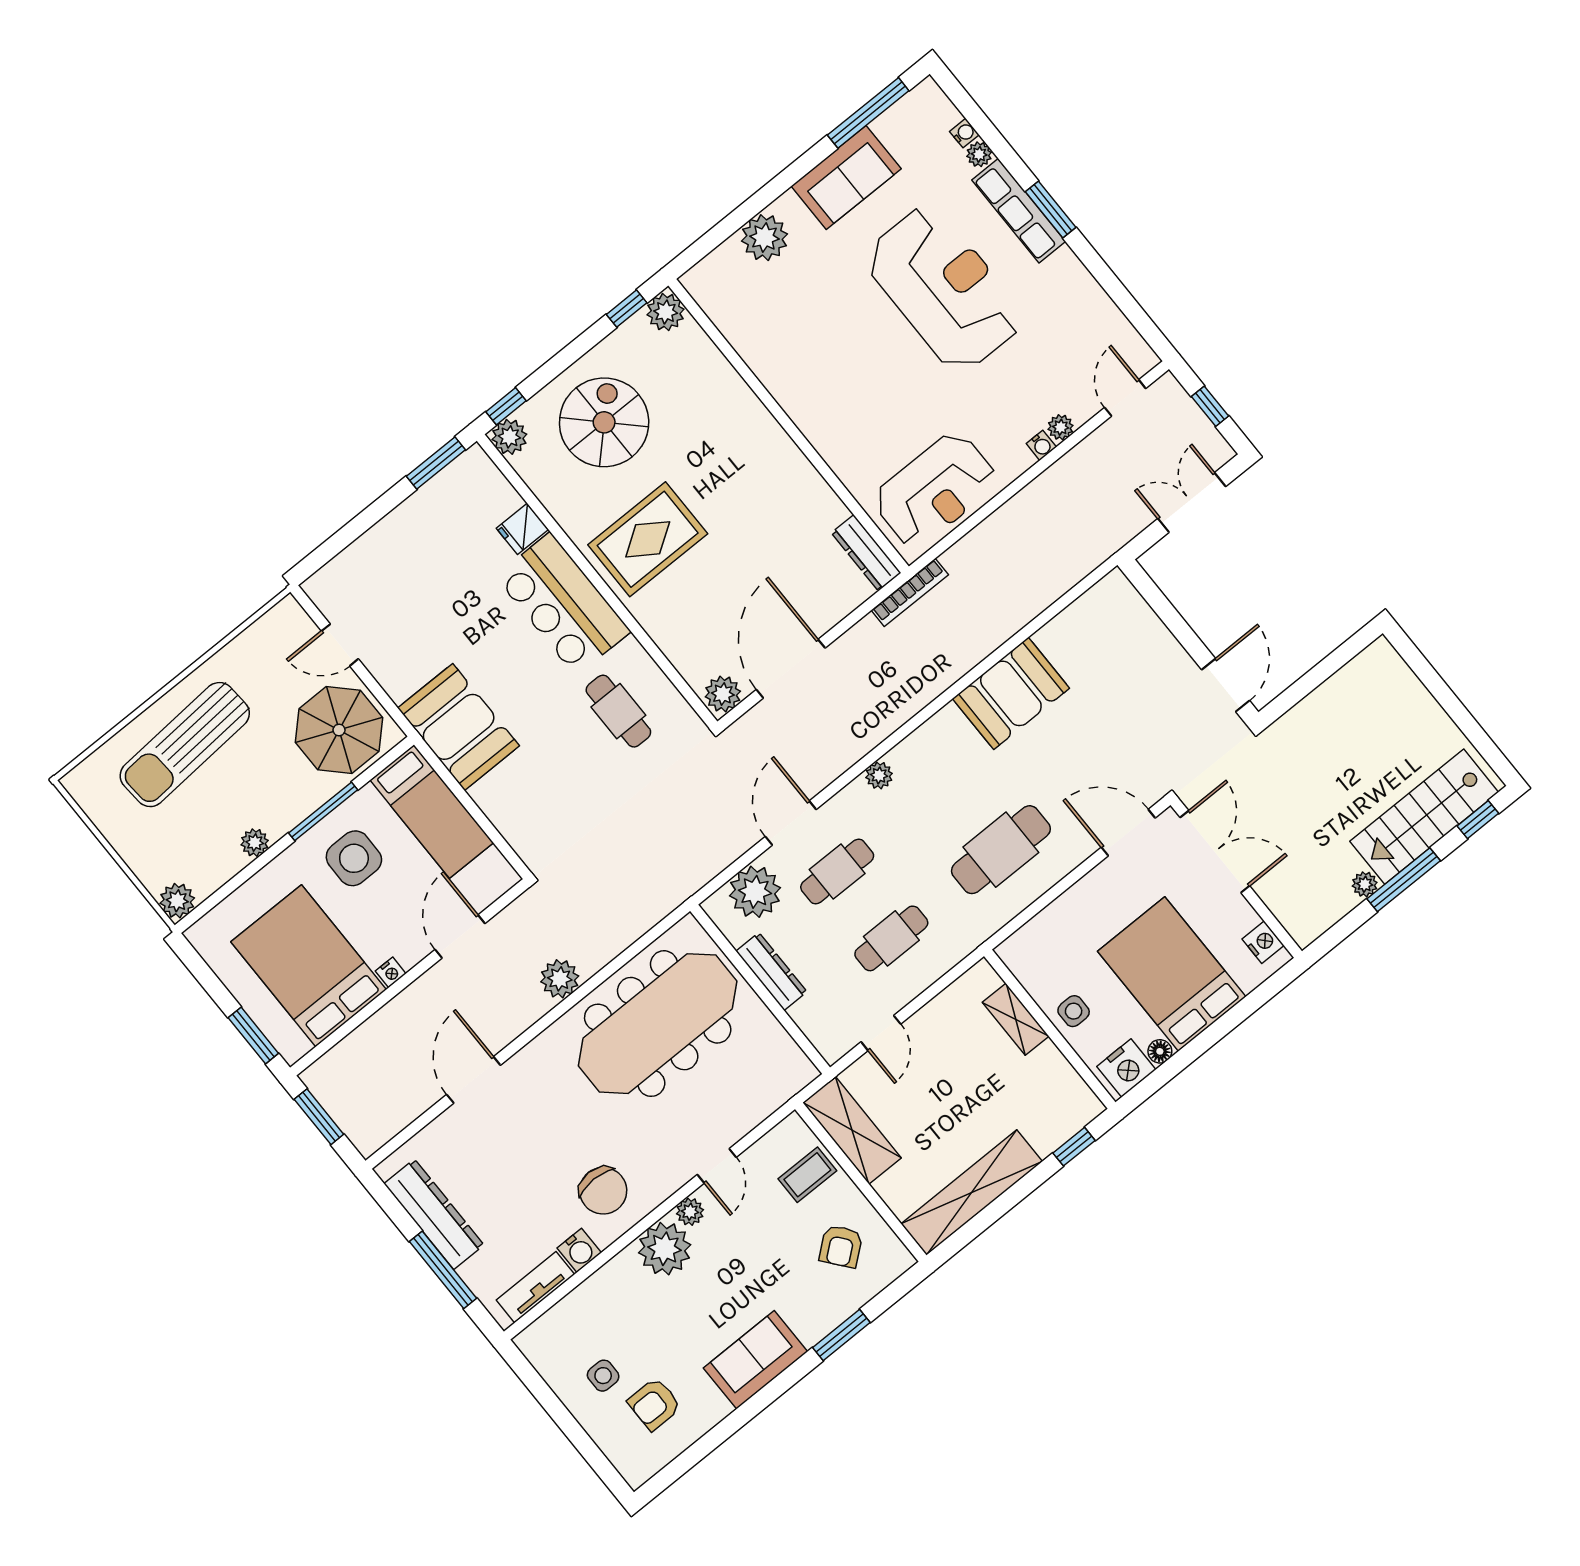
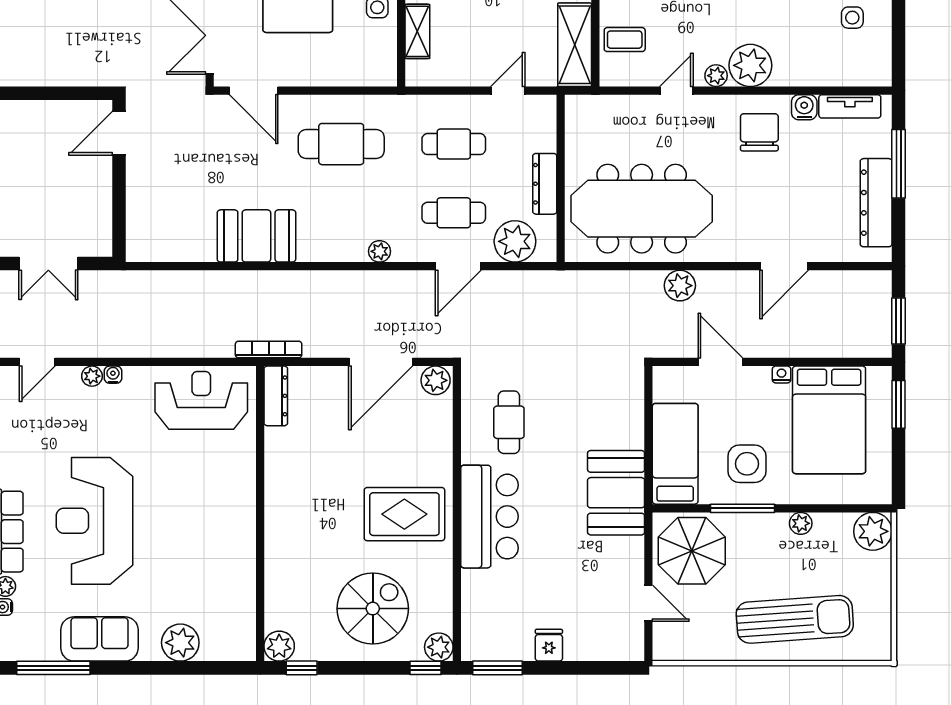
spiral stairs: (604, 422) -> (373, 609), turned 180
fridge: (522, 529) -> (549, 645), moved, turned -90
plant: (177, 901) -> (873, 531), width x1.36, depth x1.36
door: (460, 936) -> (720, 362), swing flipped

